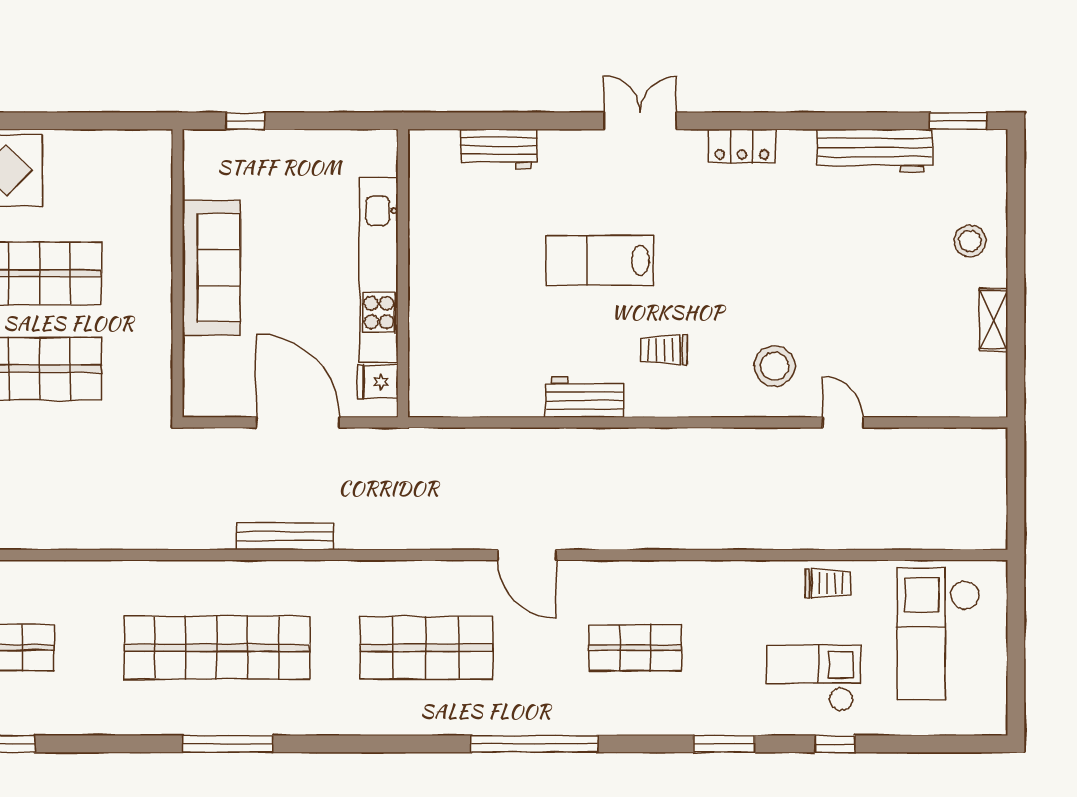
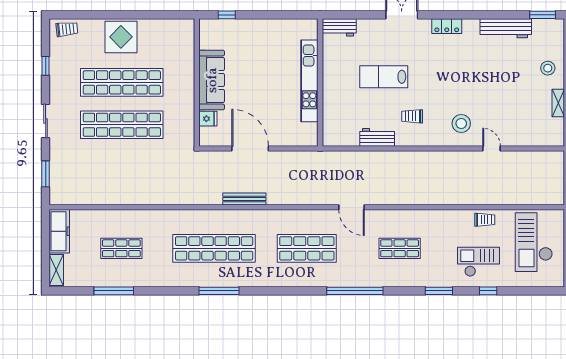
kitchen unit: (379, 270) -> (309, 81), moved
wall: (403, 273) -> (320, 82), moved
fridge: (378, 382) -> (208, 119), moved, turned 180

